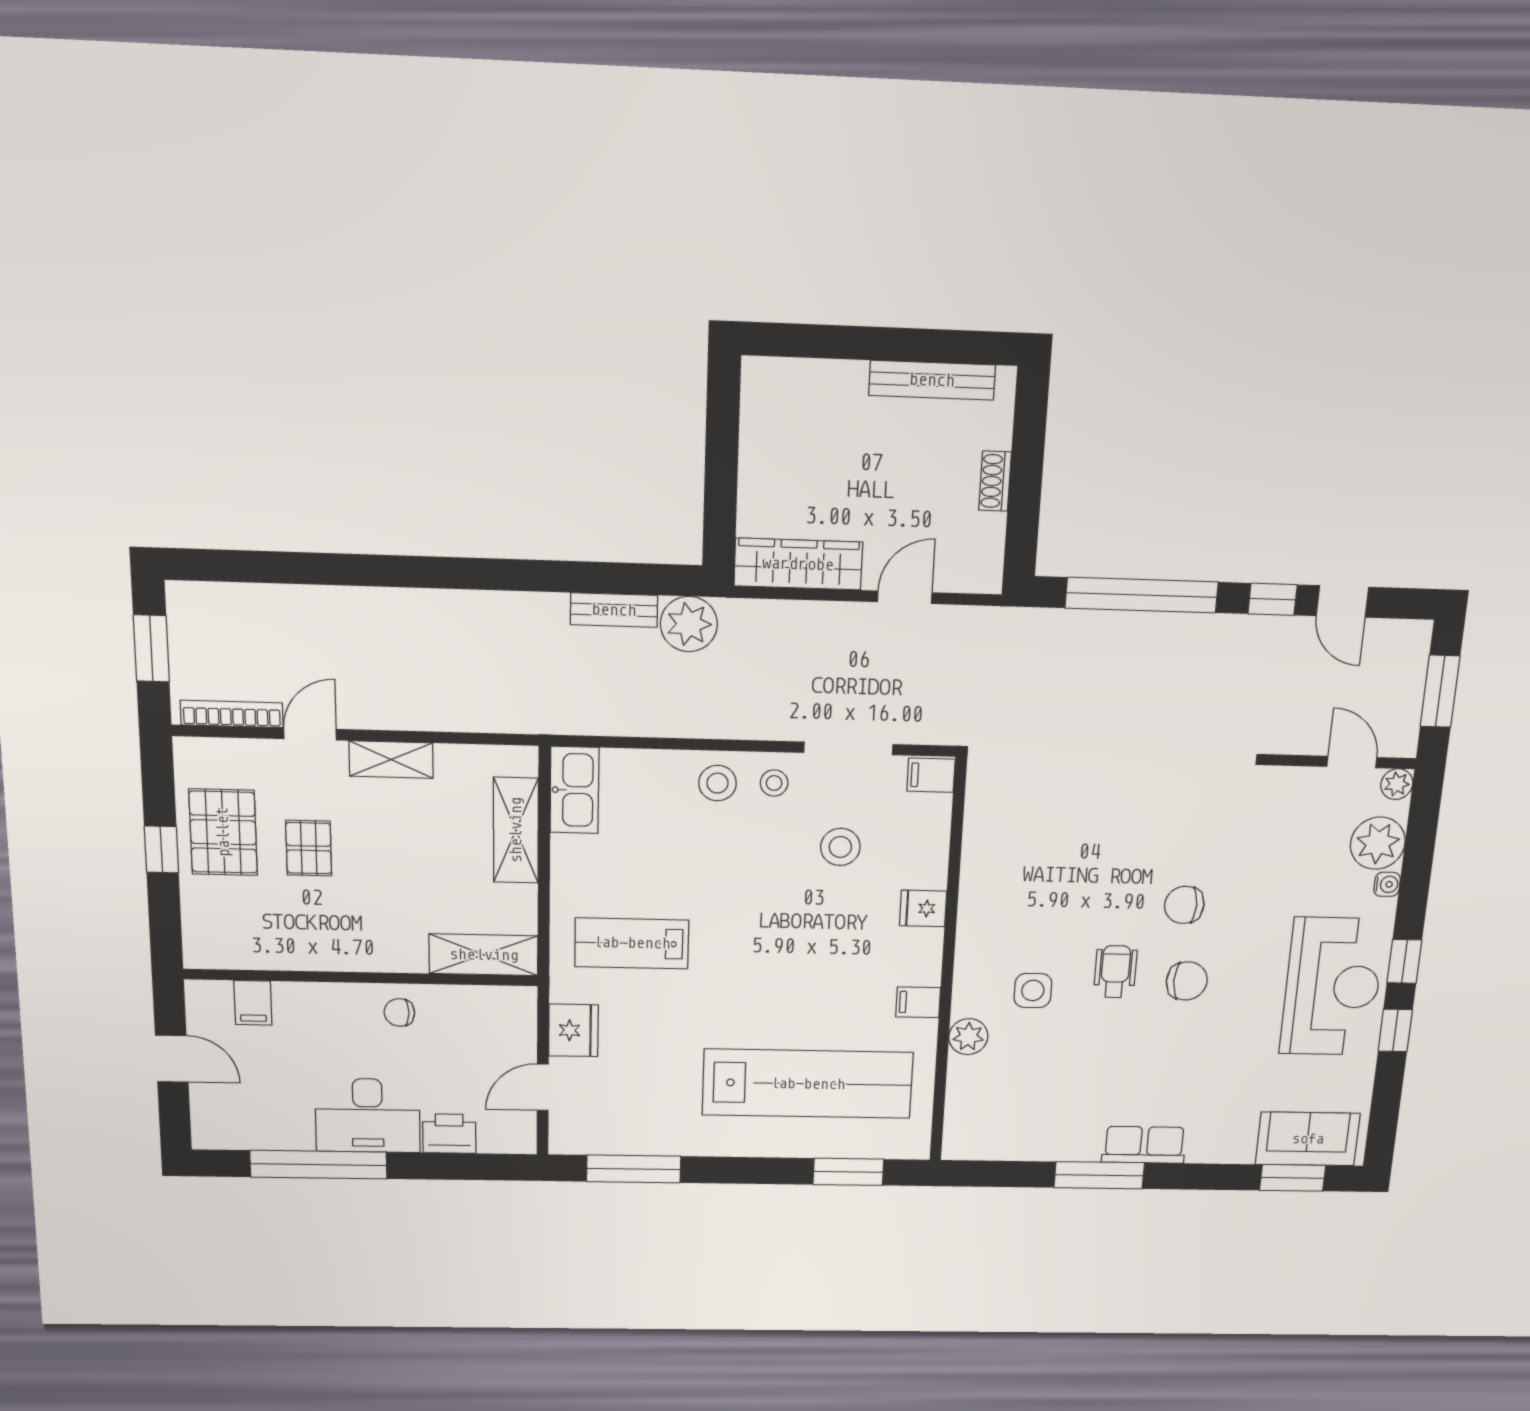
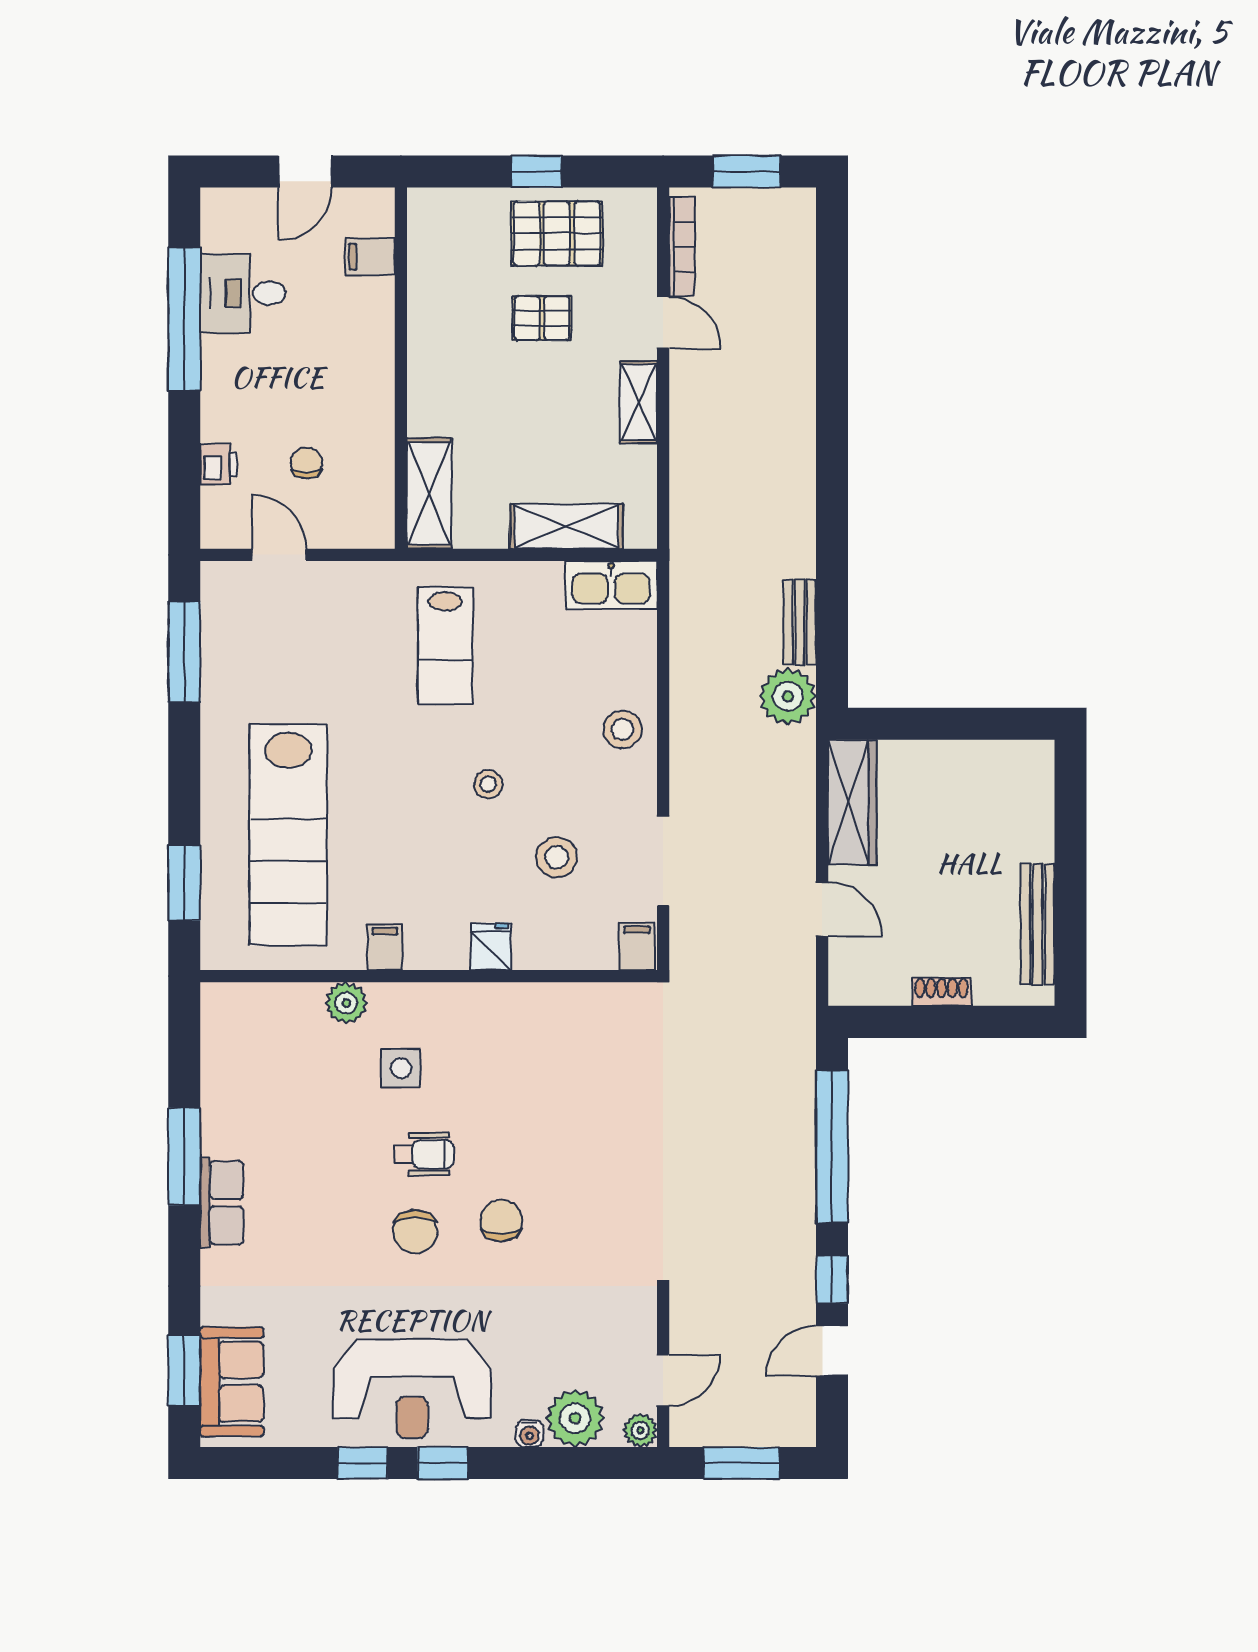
stool: (774, 783) -> (488, 784), moved
lab bench: (632, 943) -> (445, 646), turned 180
chair: (399, 1012) -> (307, 463), moved
fridge: (573, 1030) -> (345, 586), removed
desk: (368, 1116) -> (243, 293), moved, width x0.73
printer: (449, 1134) -> (219, 464), width x0.73, depth x0.81

